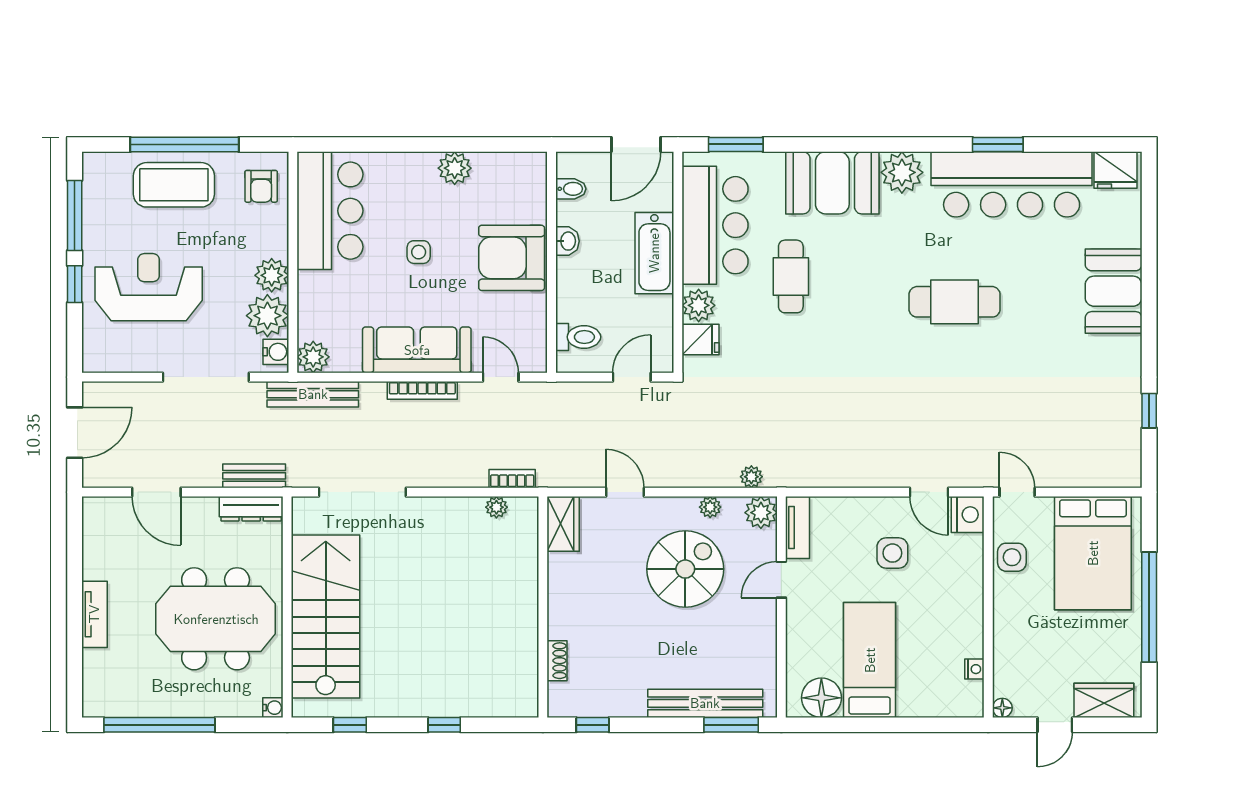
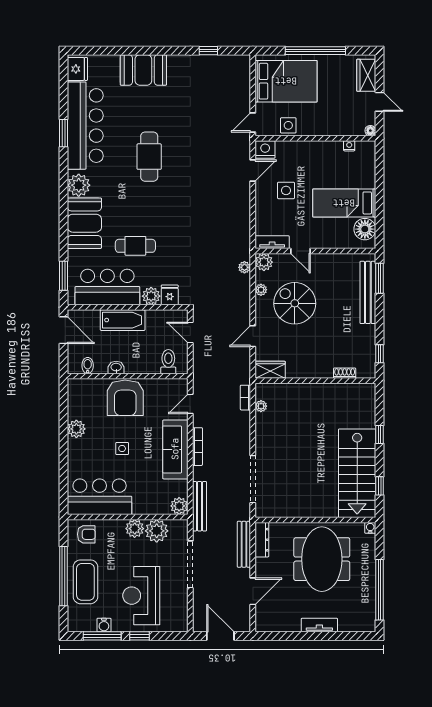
water cooler: (276, 352) -> (104, 625), moved, turned 180
bench: (254, 476) -> (244, 544), width x1.36
stairs: (326, 617) -> (357, 473), moved, turned -90

